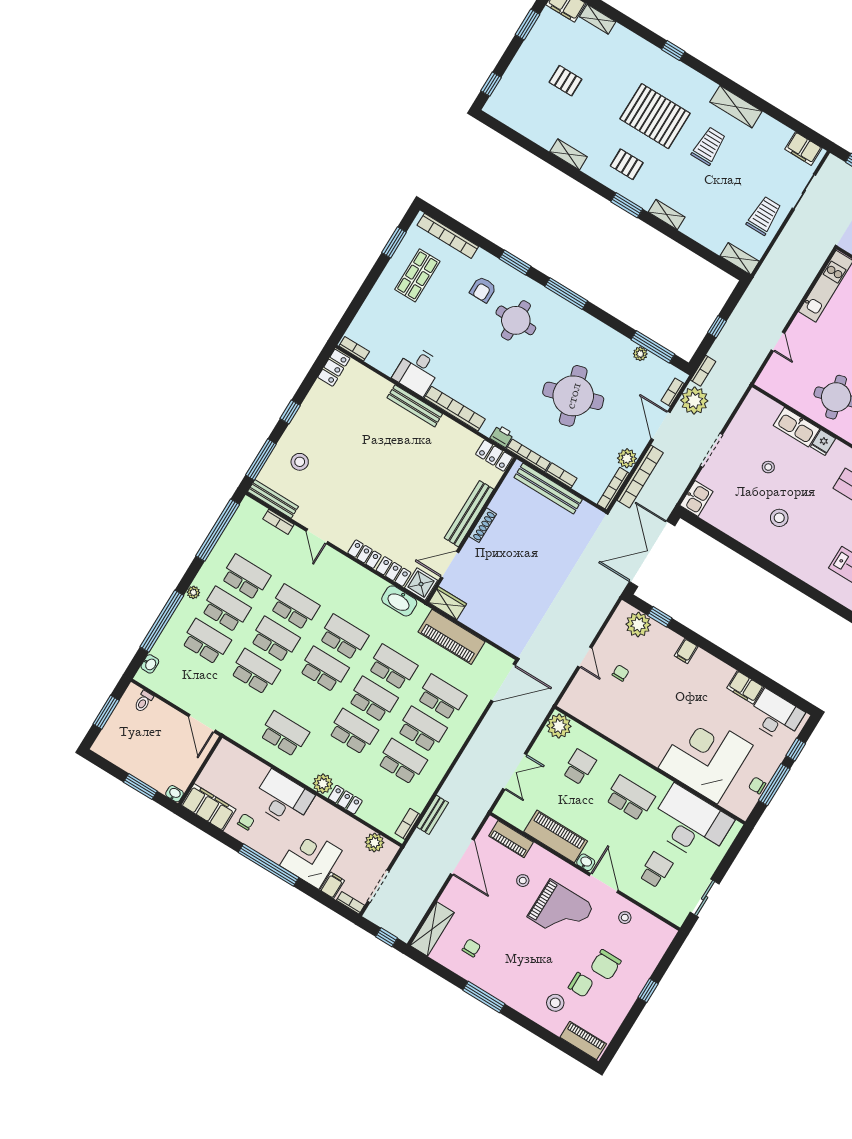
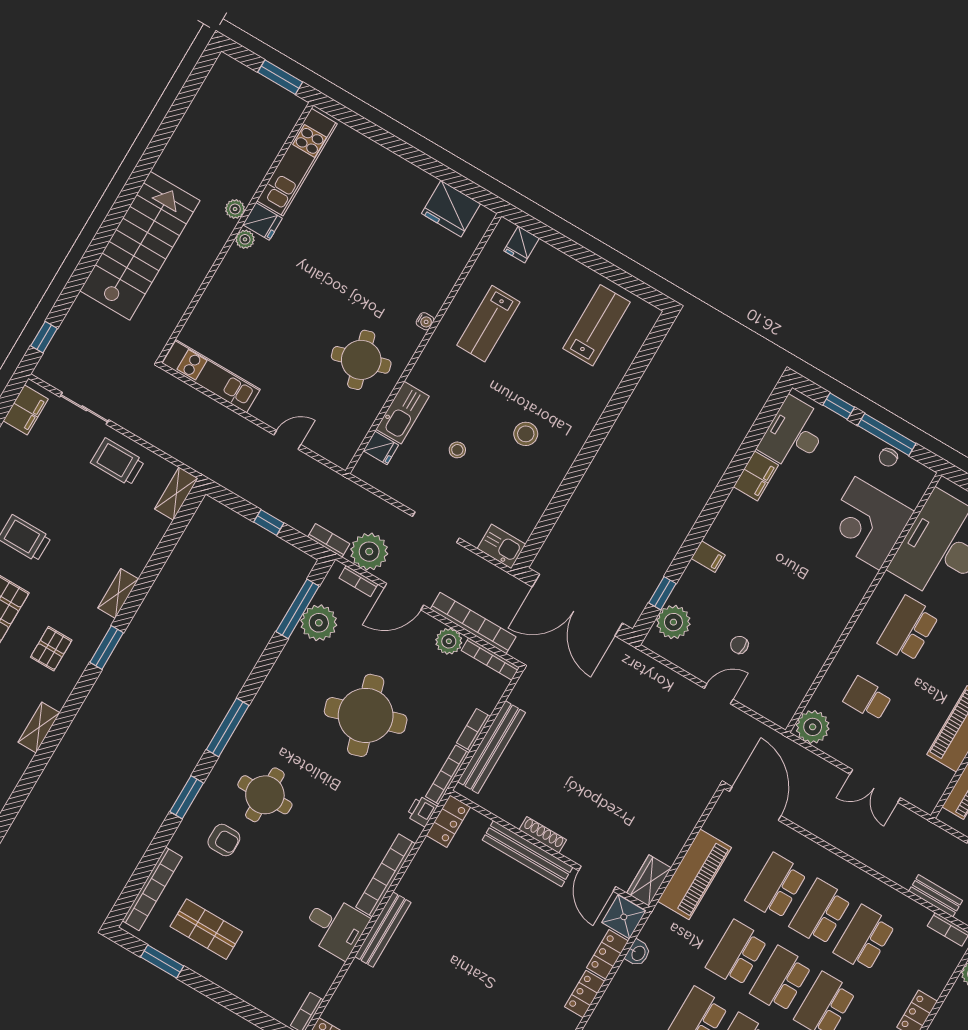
plant: (640, 354) -> (319, 623), width x1.88, depth x1.88
fridge: (823, 443) -> (381, 448), moved
washbasin: (399, 601) -> (638, 953), width x0.52, depth x0.69
corner desk: (706, 757) -> (867, 523), width x0.74, depth x0.74
double door: (515, 771) -> (875, 786), swing flipped

